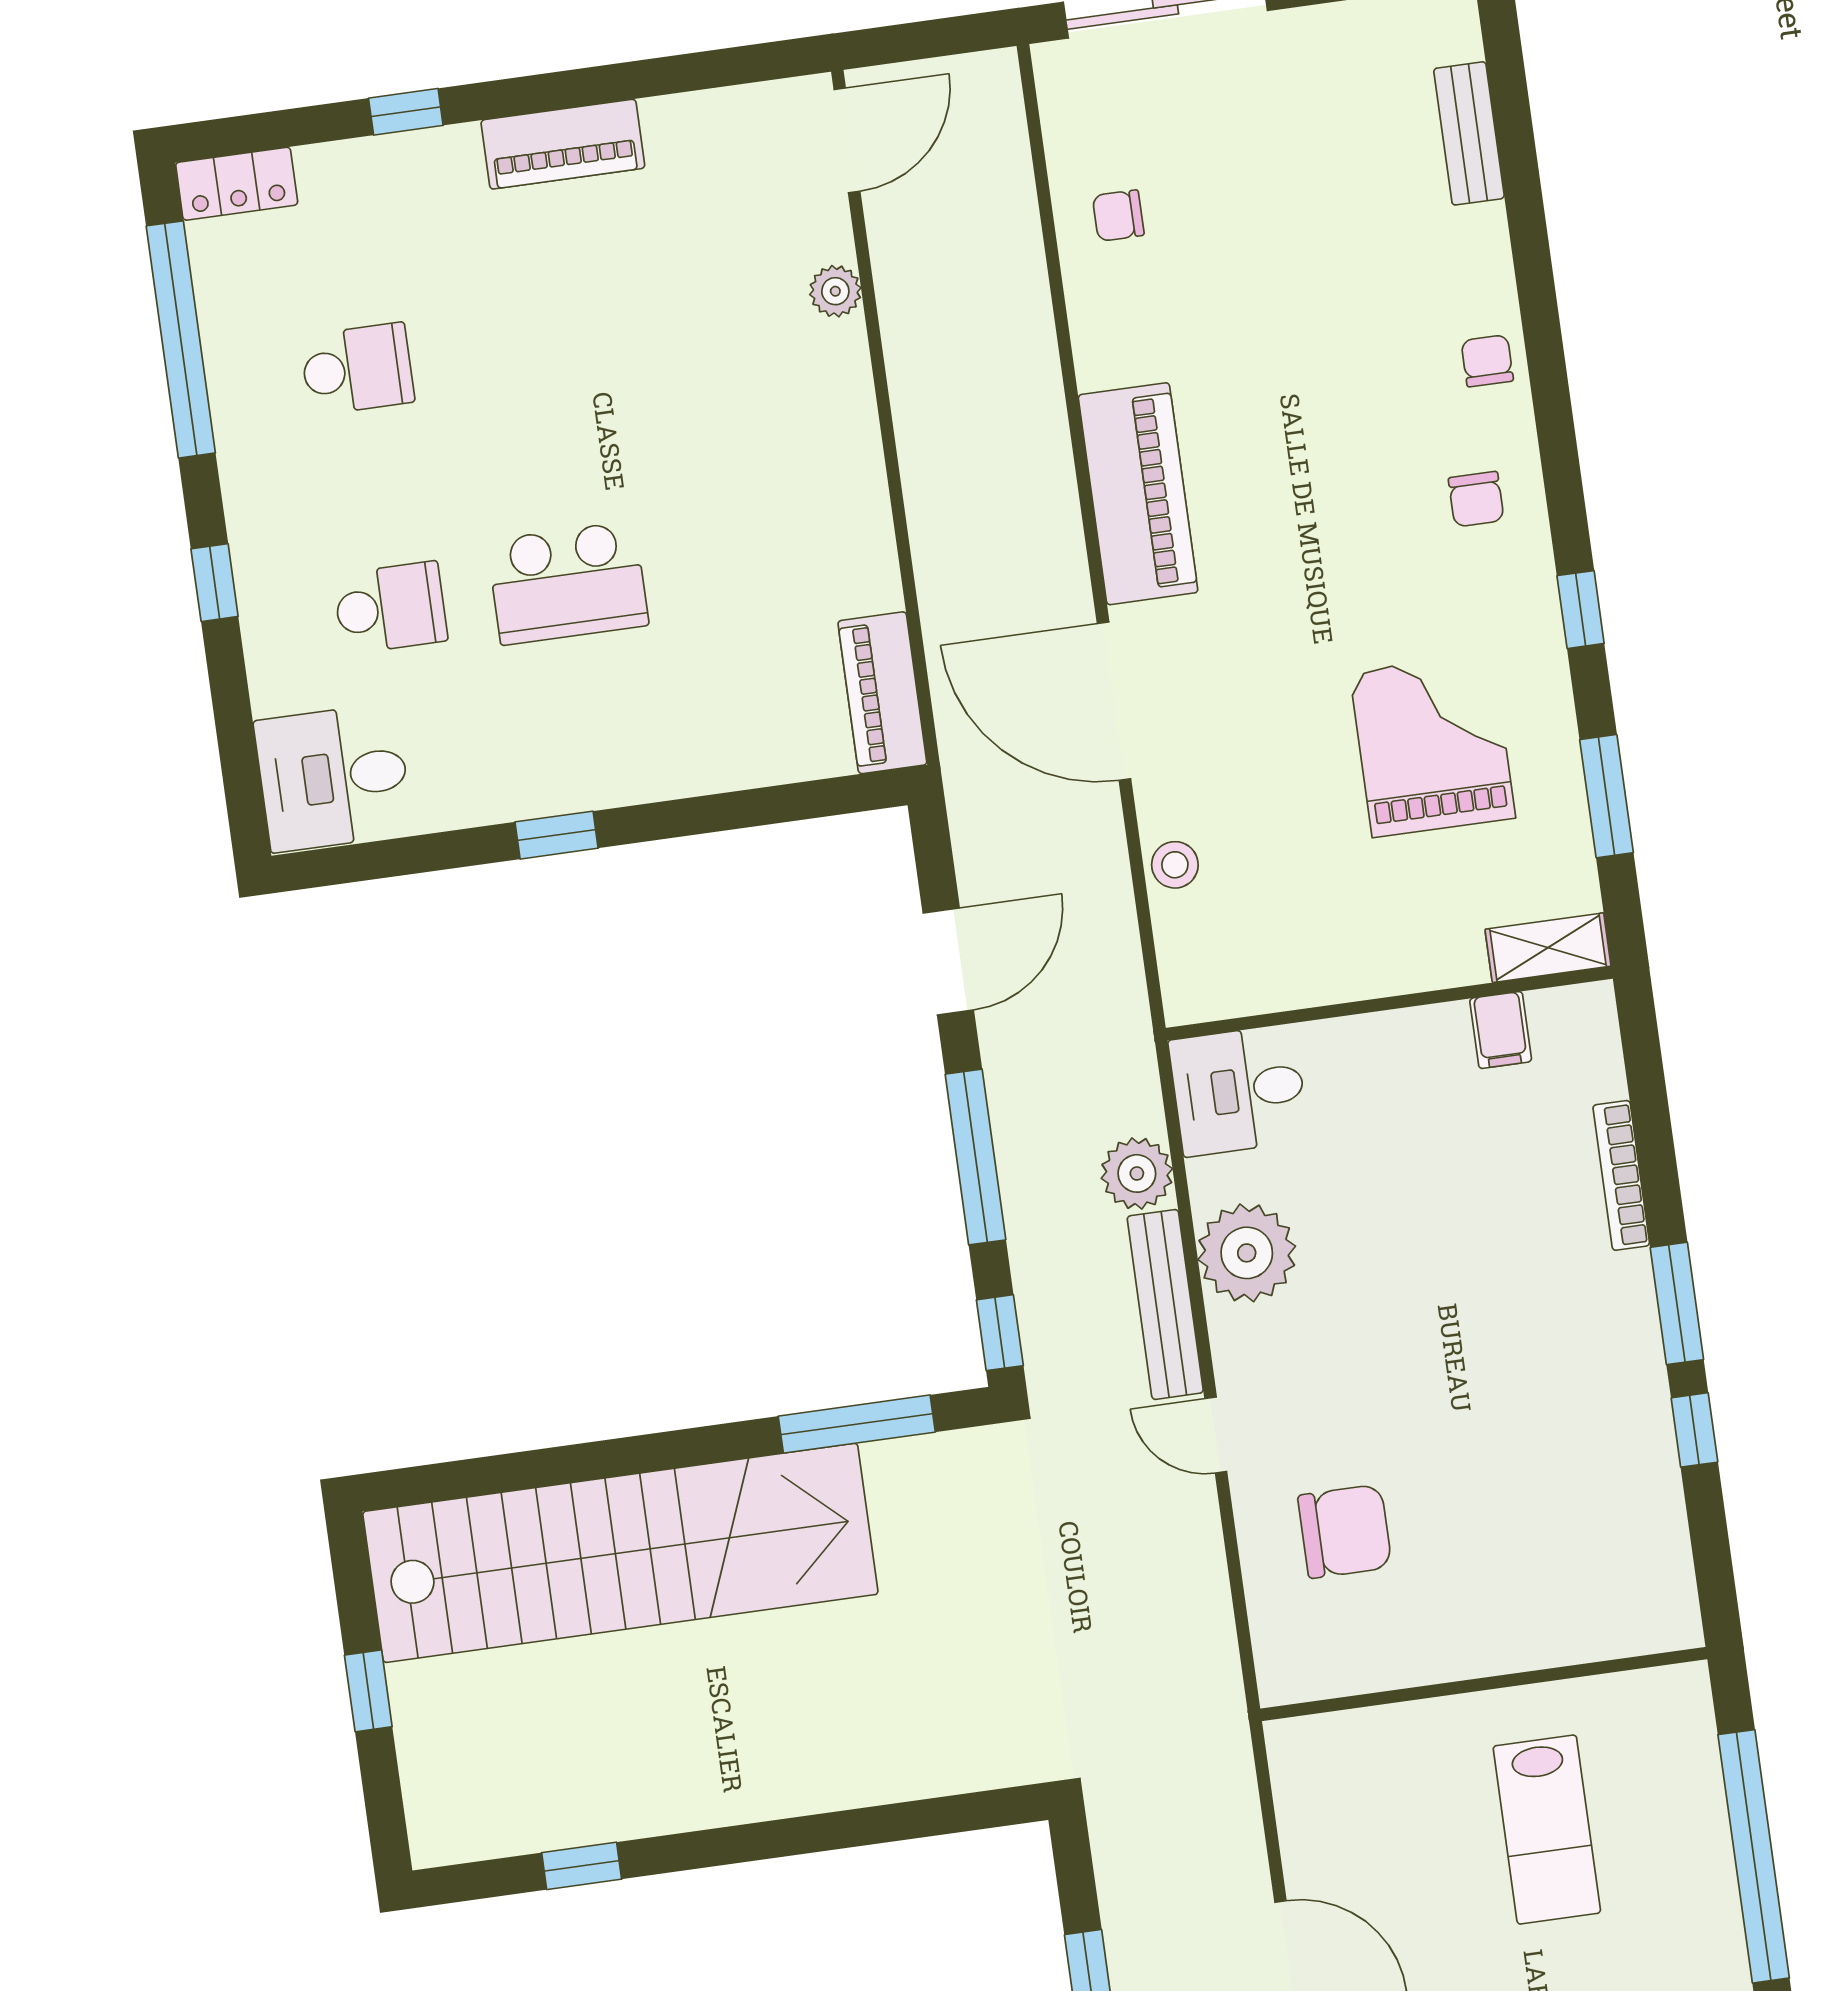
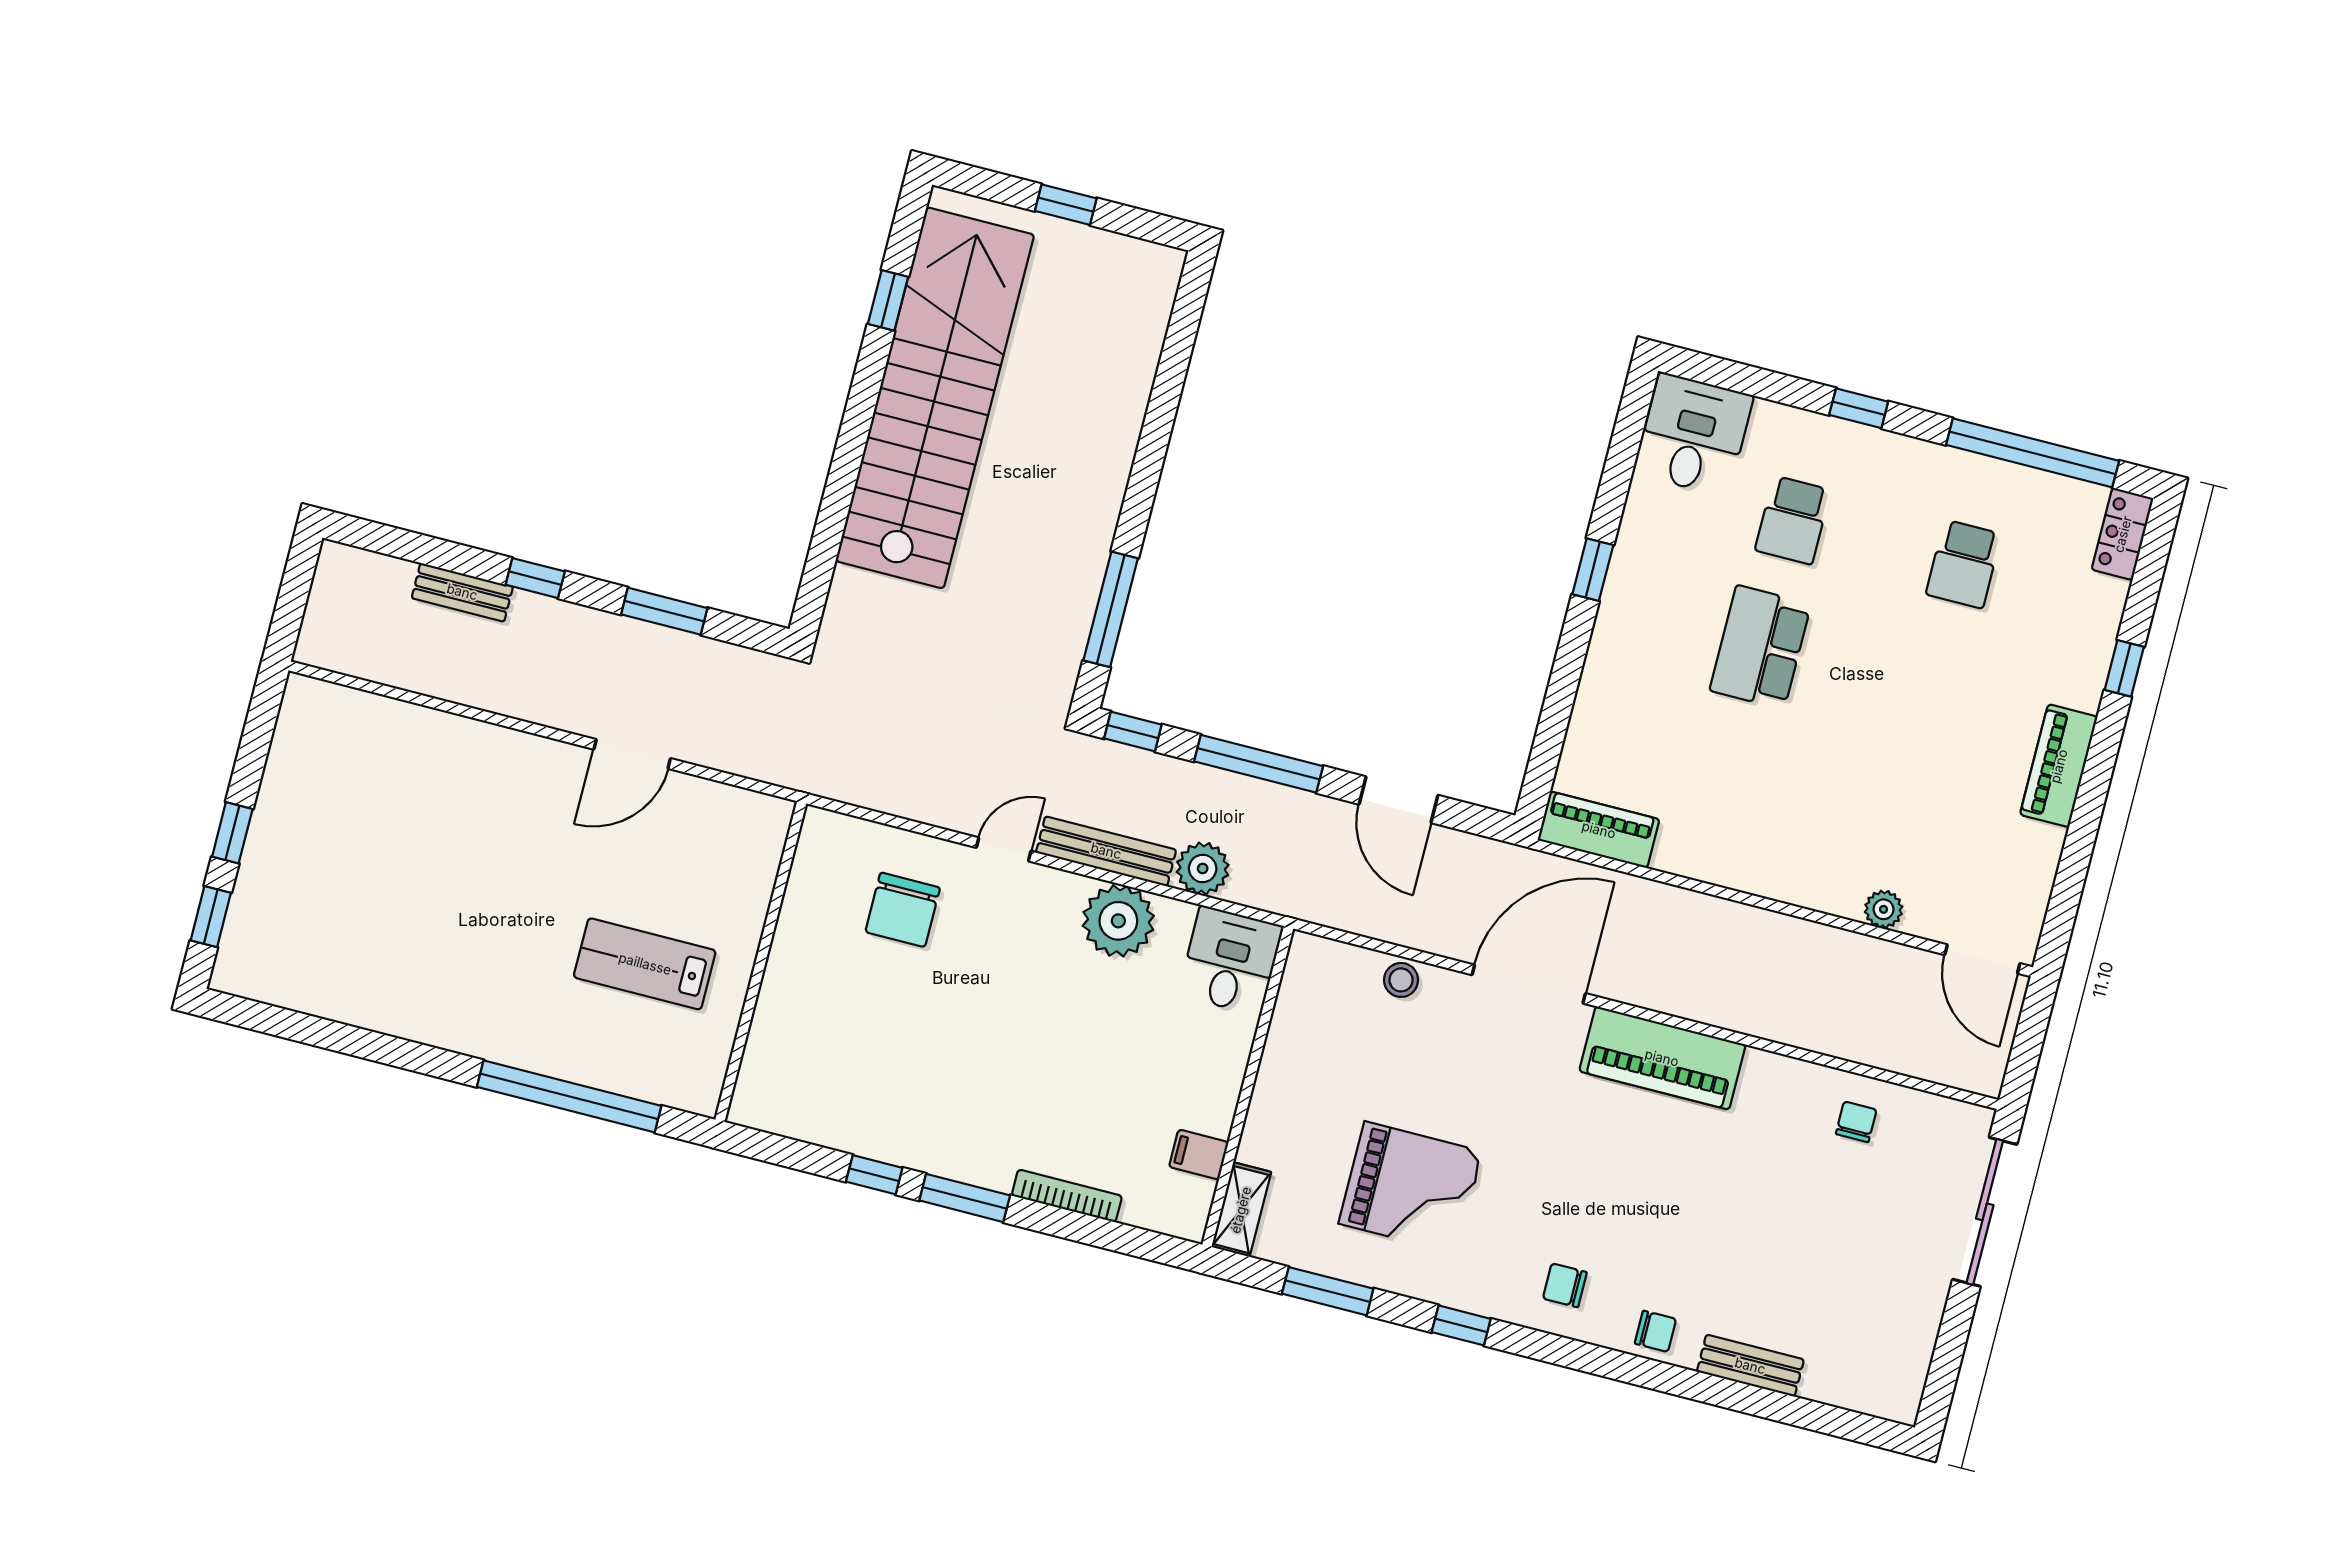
bench: (1469, 133) -> (1750, 1366), moved
stairs: (620, 1553) -> (935, 398), moved, turned 180

